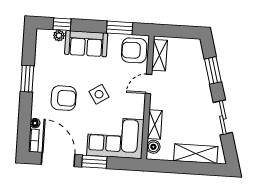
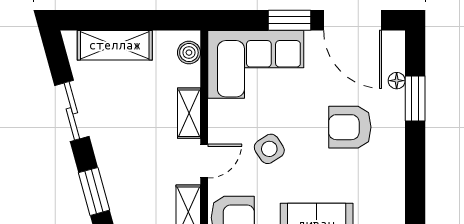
window: (27, 79) -> (415, 98), moved
side table: (99, 94) -> (269, 149), moved
shelving: (155, 125) -> (189, 113), moved
bookcase: (34, 141) -> (397, 50), removed

